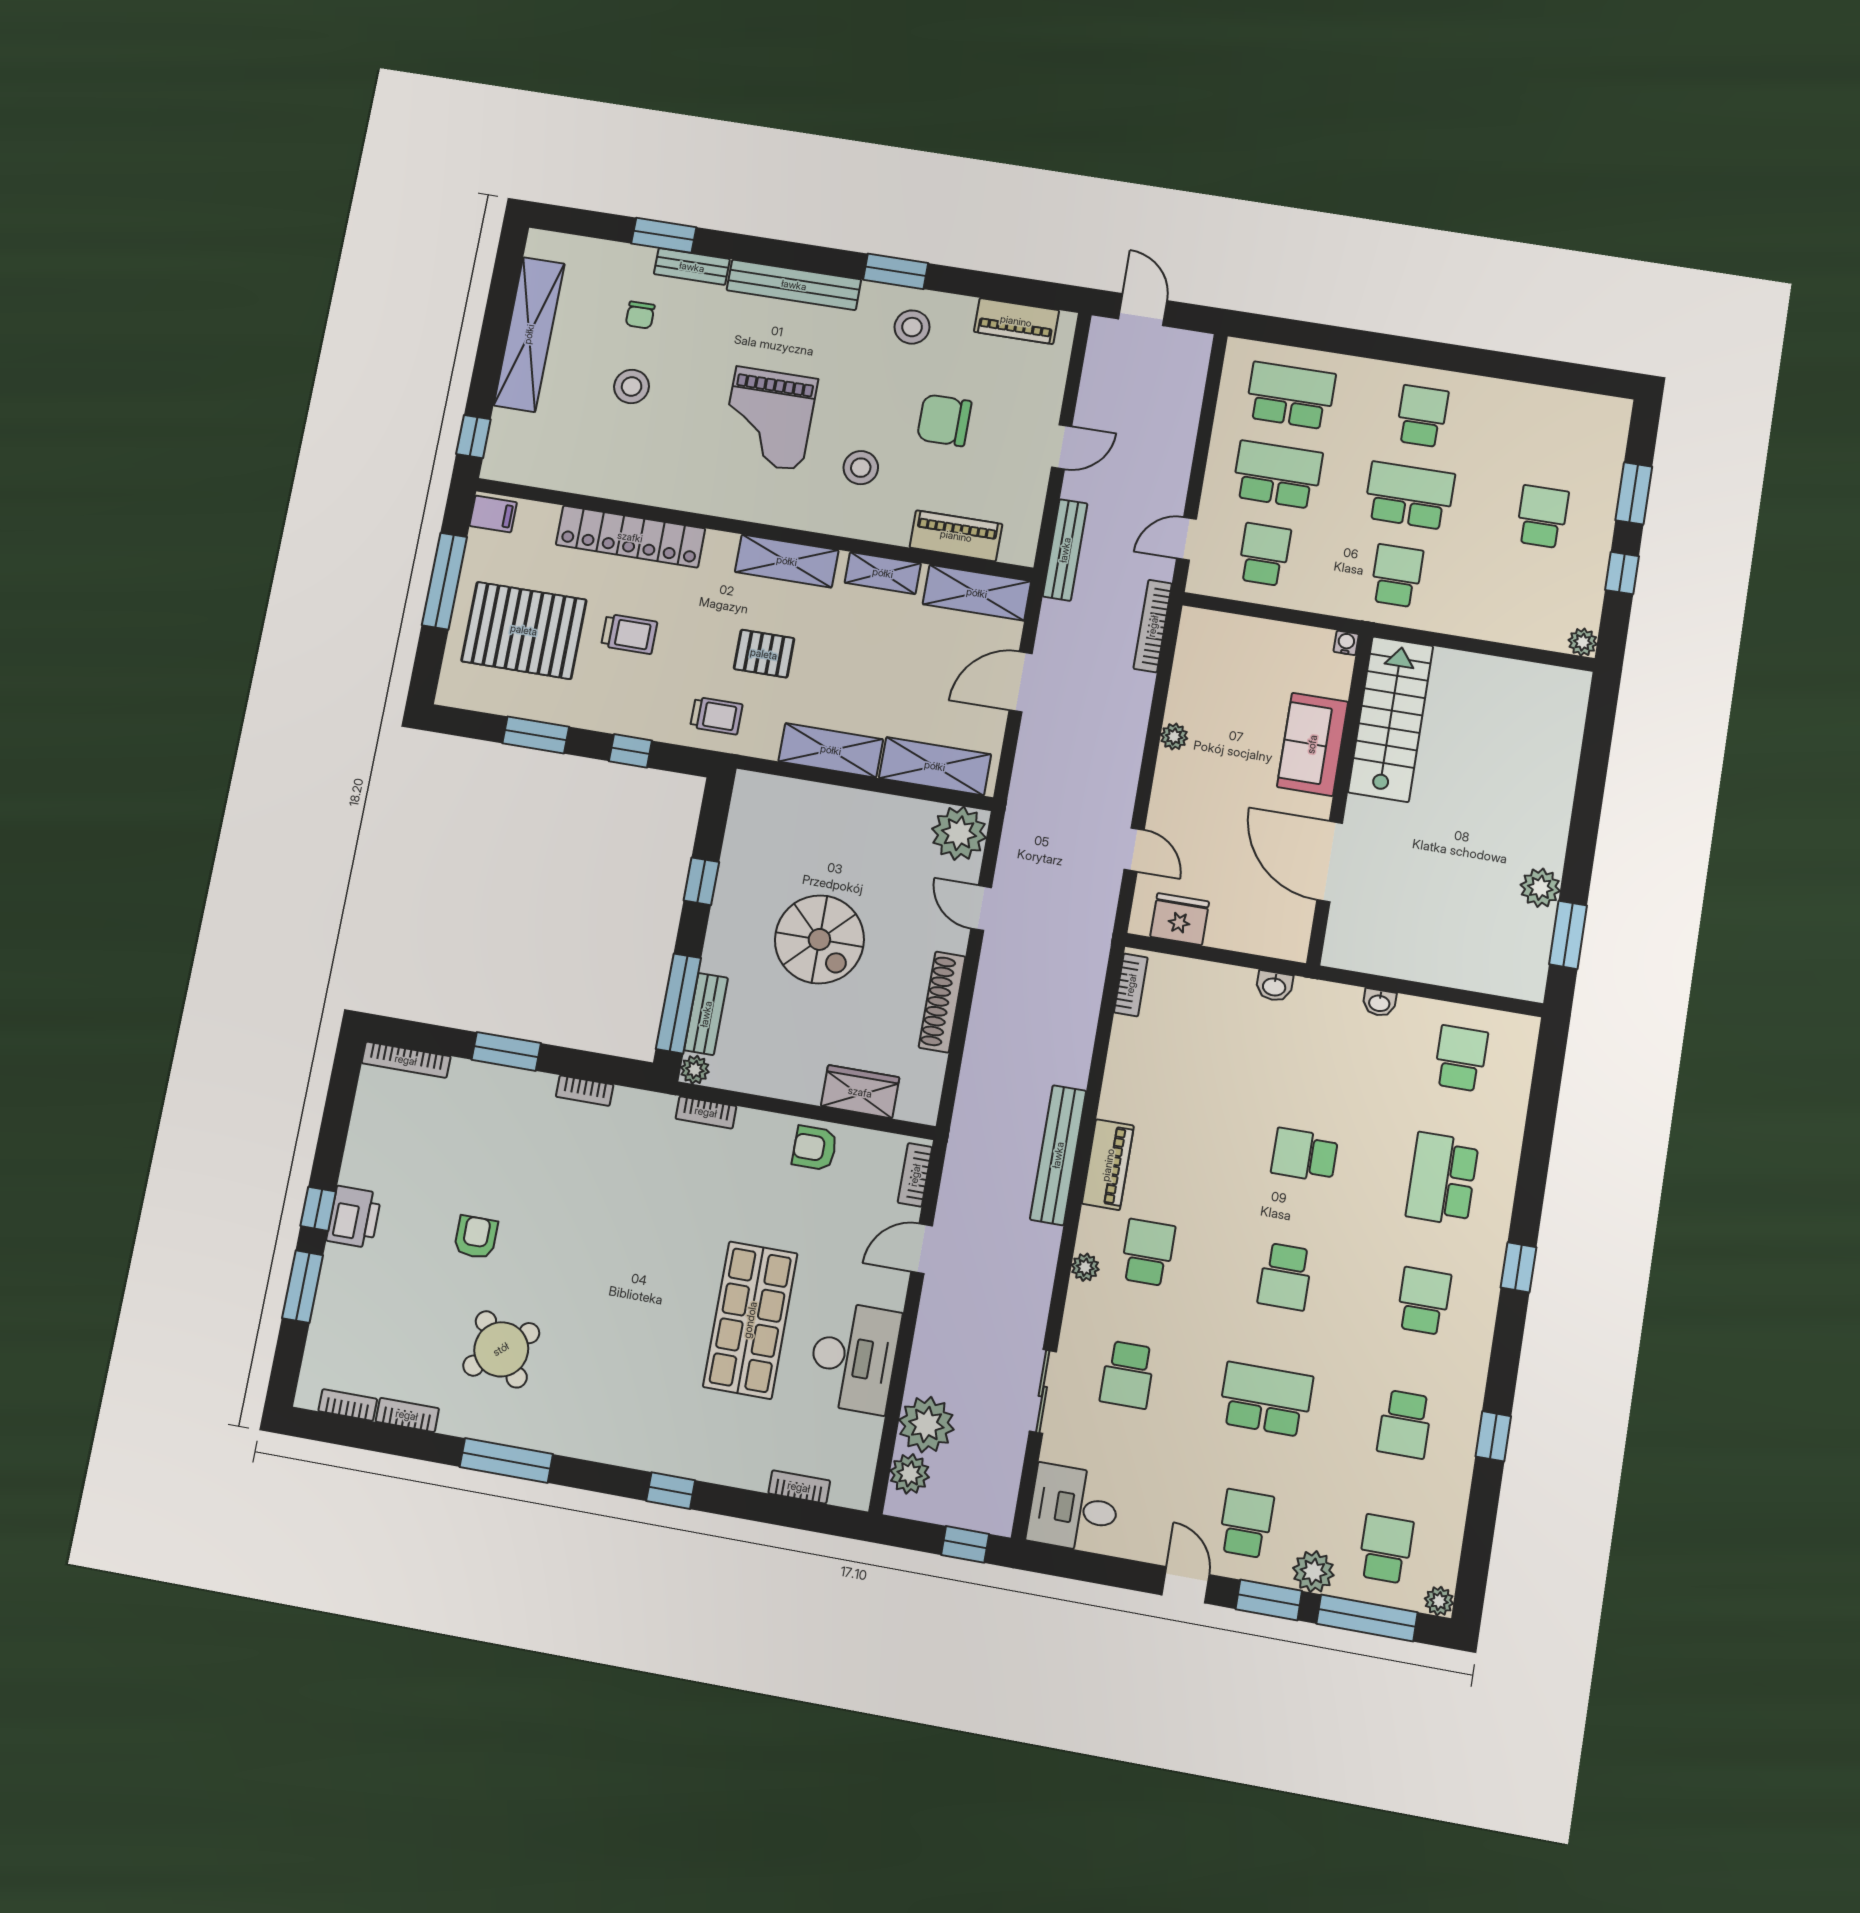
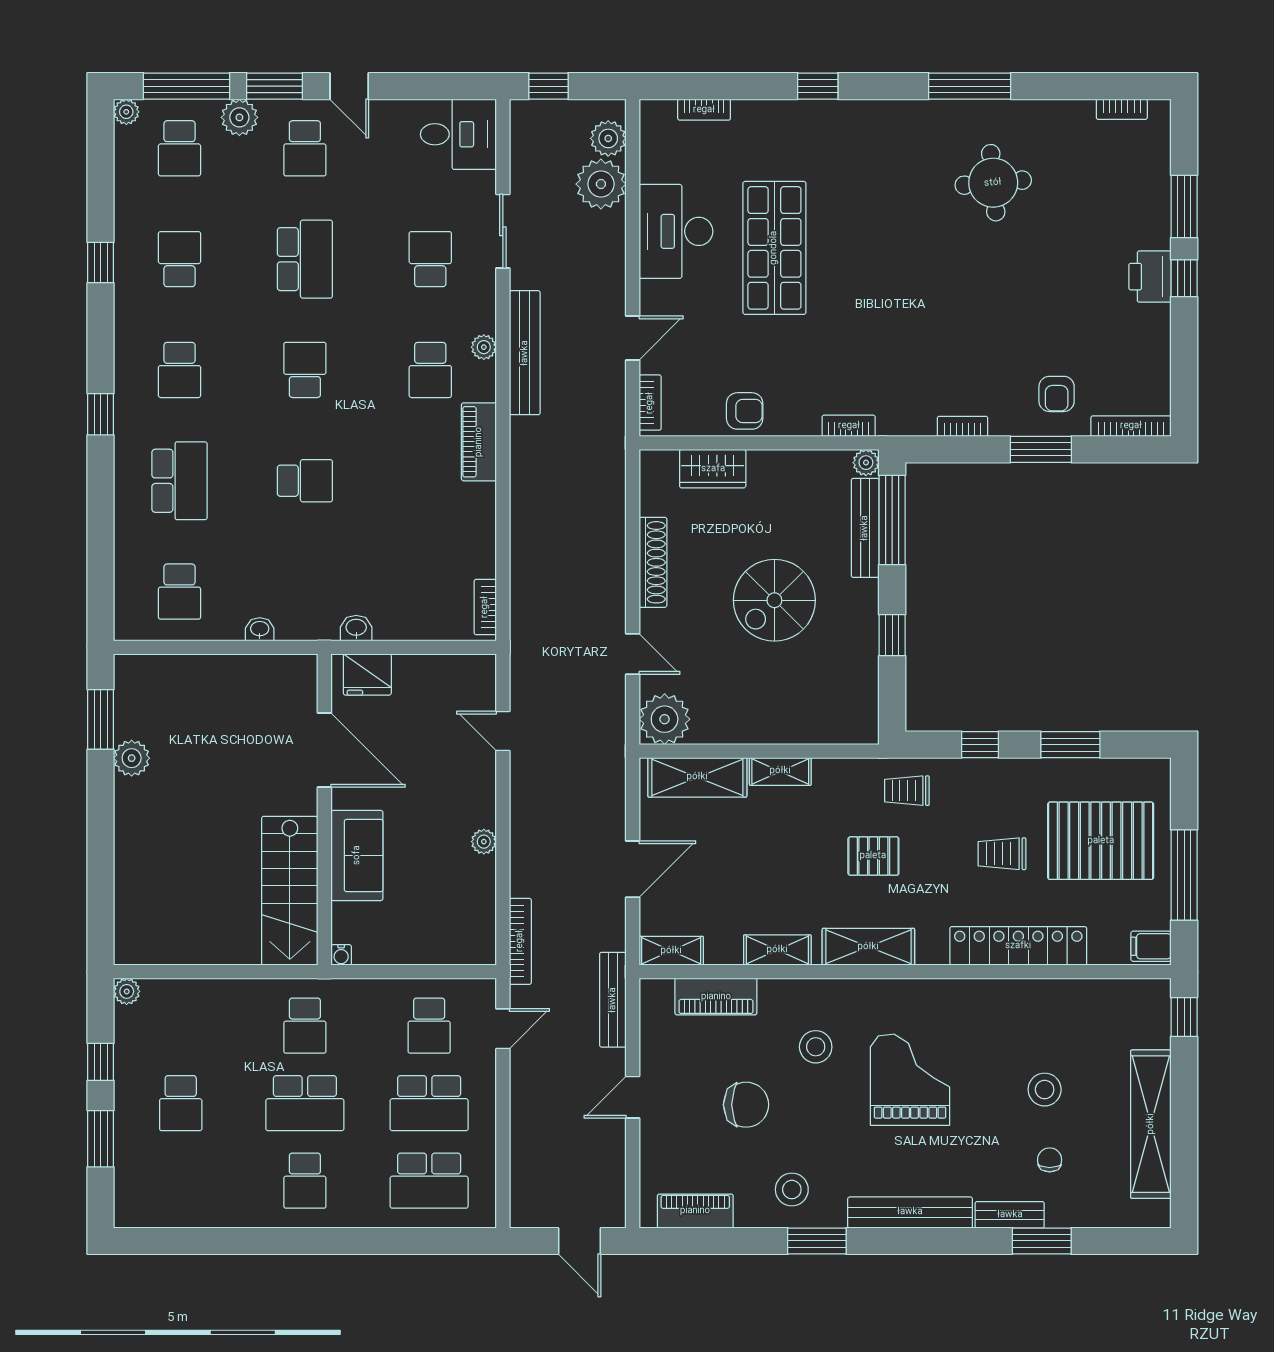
shelving: (977, 593) -> (671, 951), width x0.67, depth x0.75
shelving: (831, 750) -> (780, 771), width x0.67, depth x0.75
fridge: (1180, 919) -> (367, 674), moved
spiral stairs: (819, 939) -> (774, 600), turned -90
bench: (706, 1014) -> (865, 528), width x1.36
bench: (1058, 1155) -> (525, 353), moved
armchair: (476, 1237) -> (1057, 394), moved
round table: (501, 1349) -> (993, 183), turned 35
school desk: (1266, 1399) -> (305, 259), turned -90
bookcase: (407, 1415) -> (1066, 110), removed

